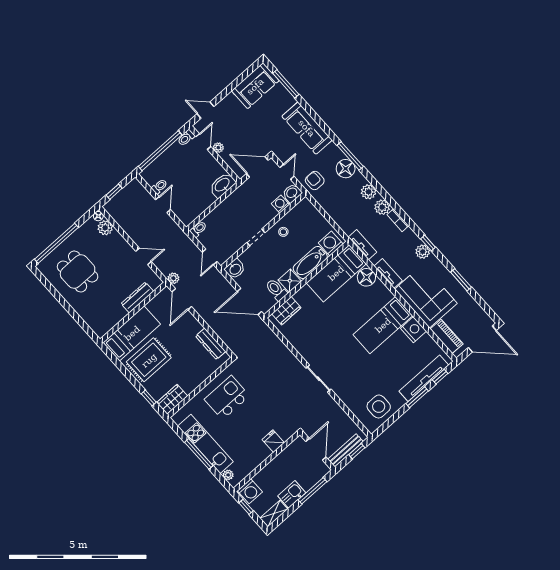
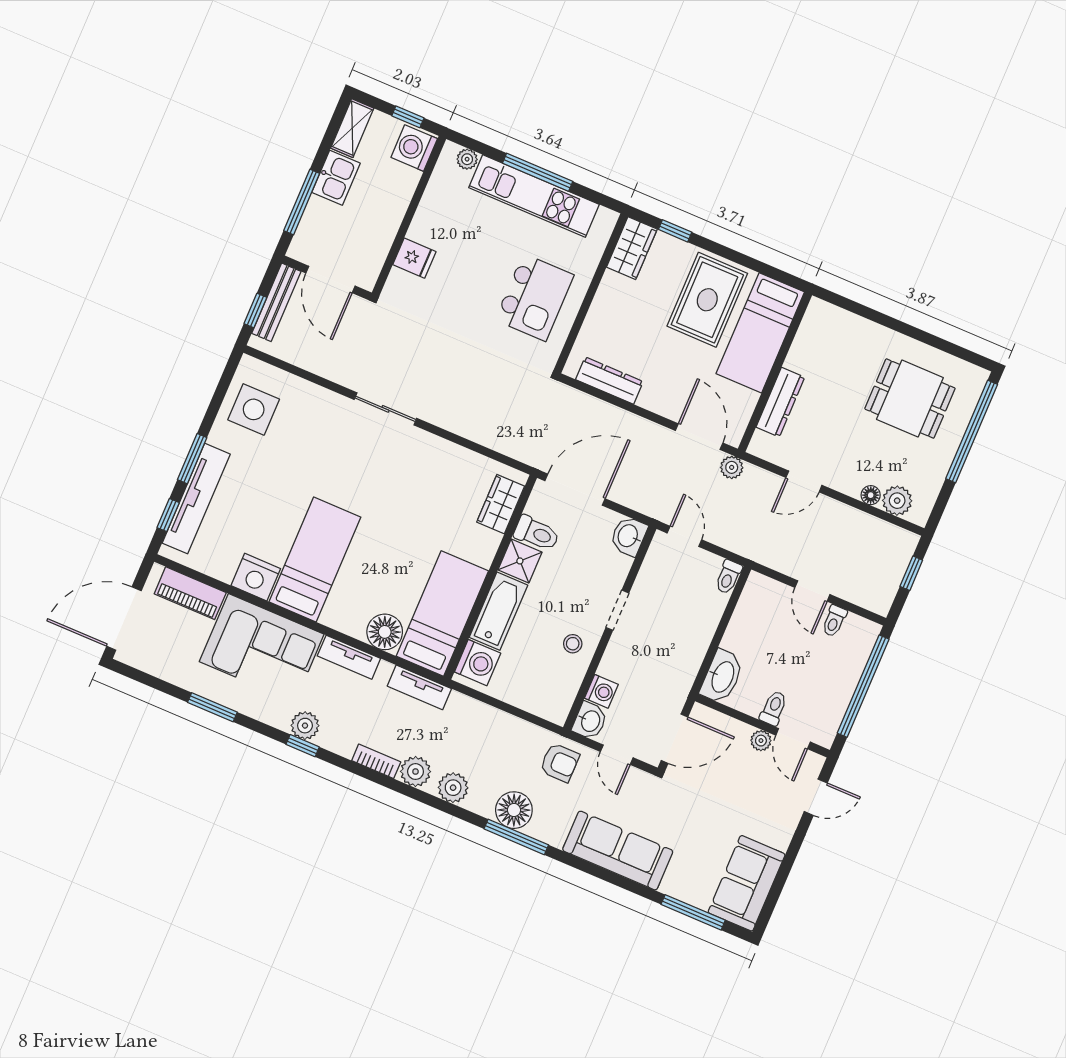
toilet: (186, 138) -> (774, 708), moved
floor lamp: (98, 216) -> (871, 495), moved

